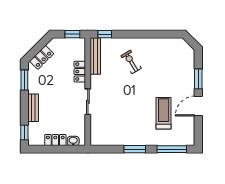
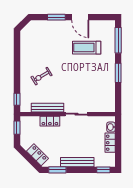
bench: (95, 56) -> (48, 108), moved
bench: (33, 108) -> (77, 162), width x1.36

